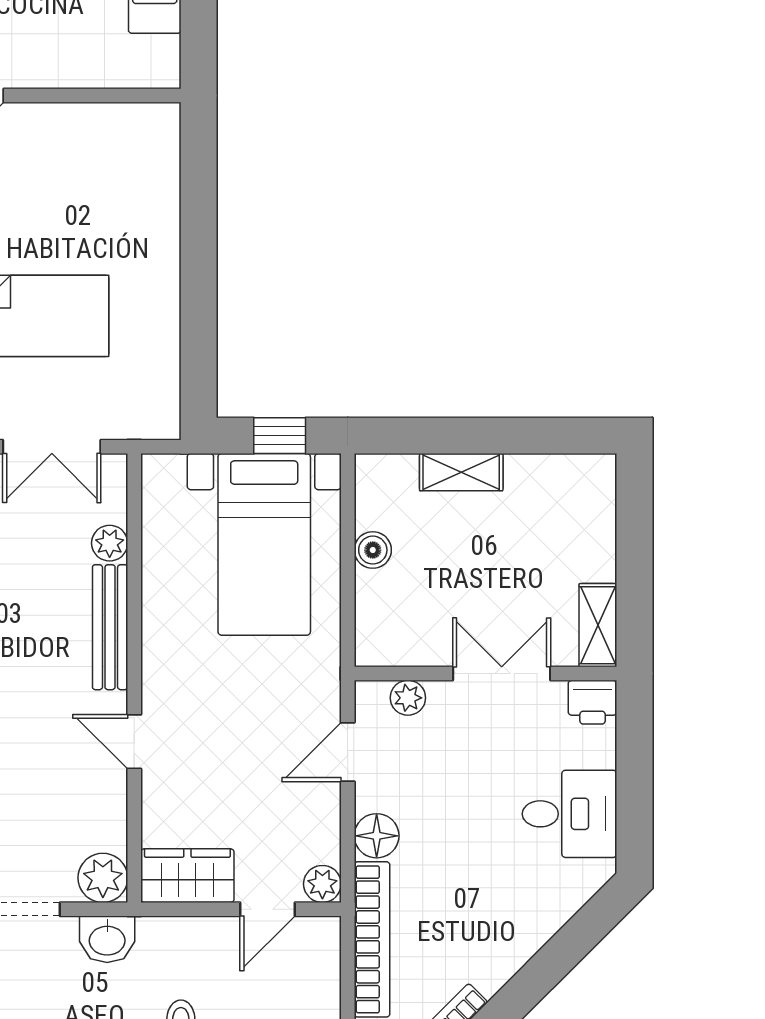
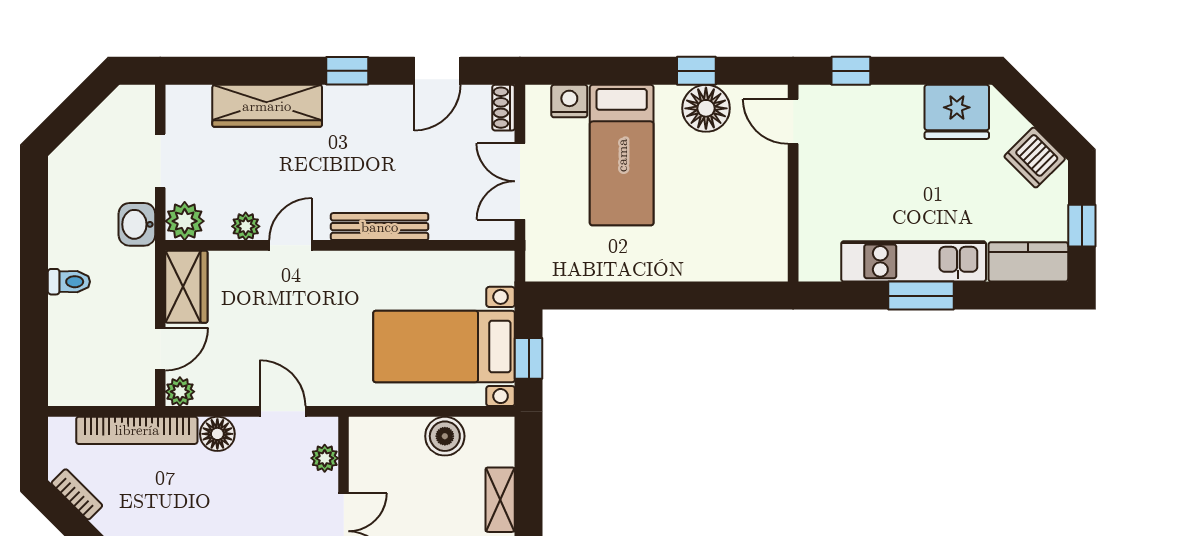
plant: (110, 543) -> (246, 226), moved
boiler: (373, 550) -> (445, 436), width x1.36, depth x1.36
door: (267, 909) -> (160, 349), swing flipped

